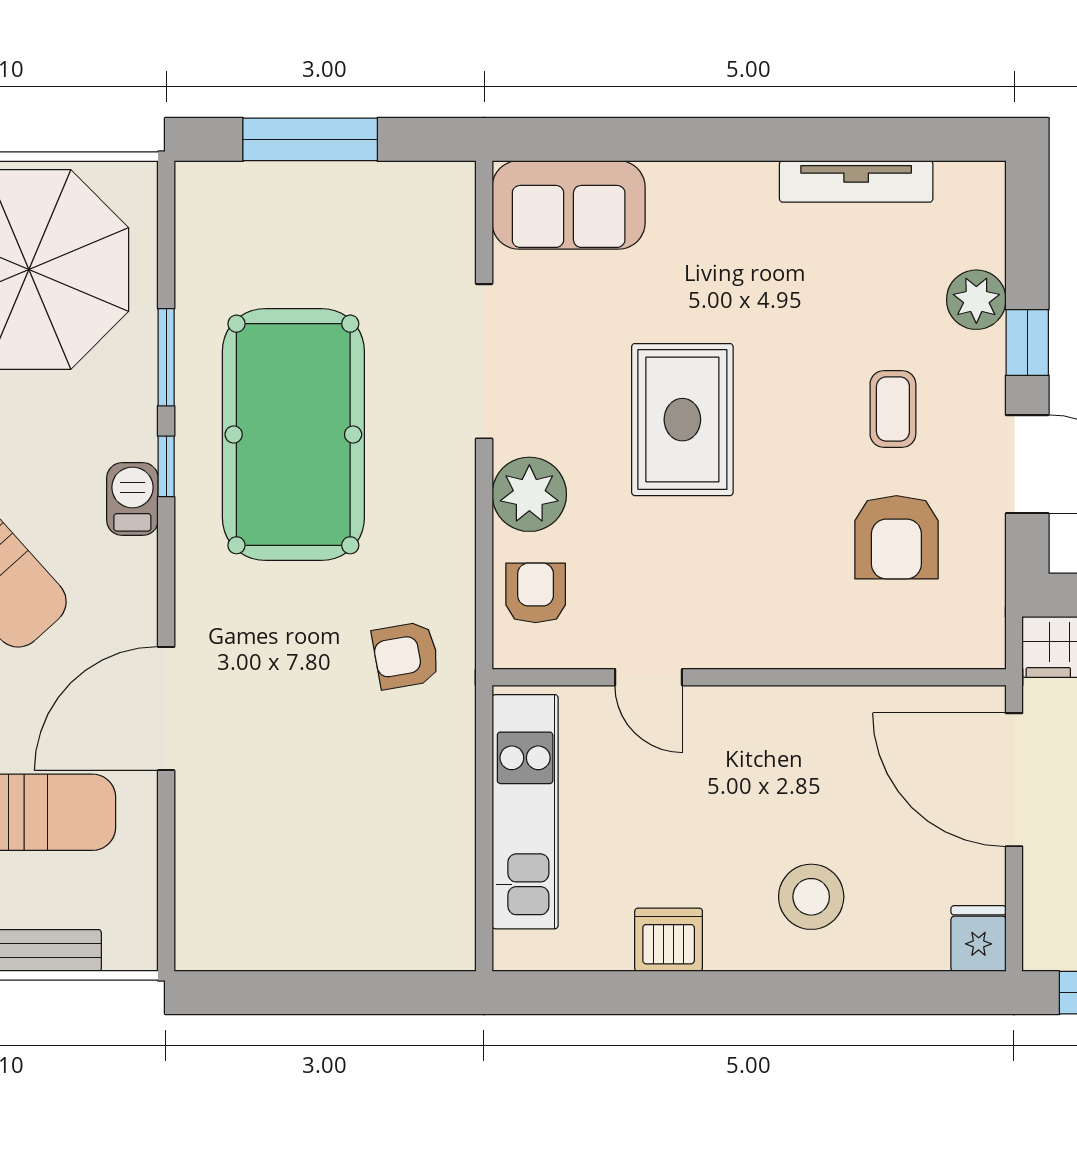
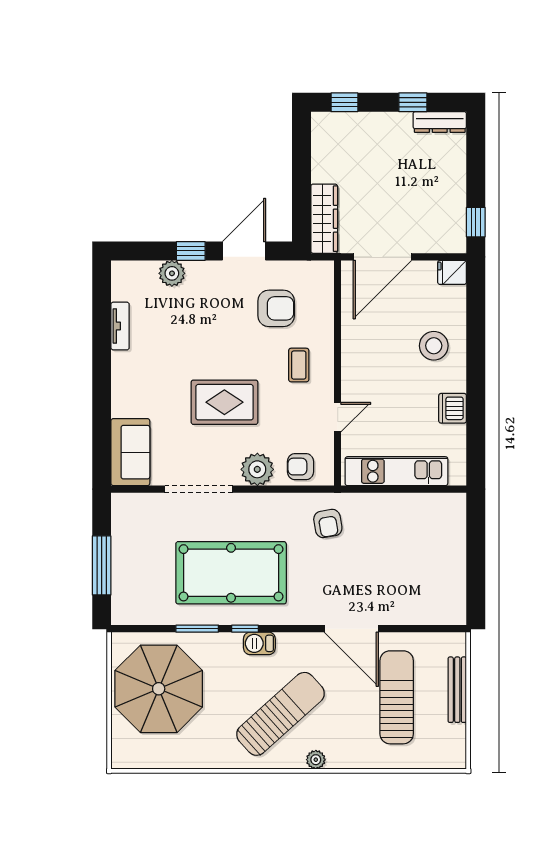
tv unit: (856, 181) -> (120, 326), width x0.71
coffee table: (893, 409) -> (299, 365), moved, turned 90

